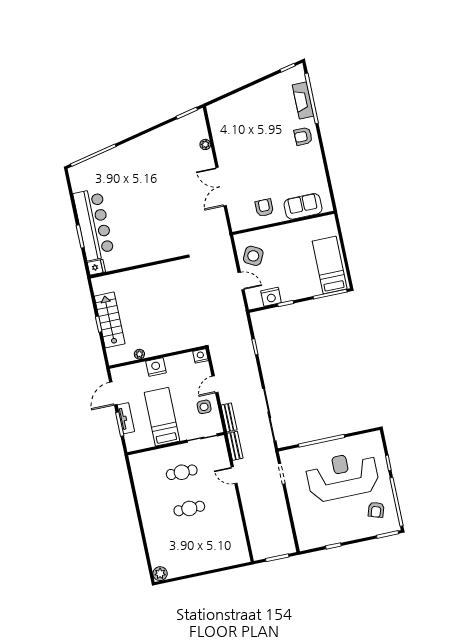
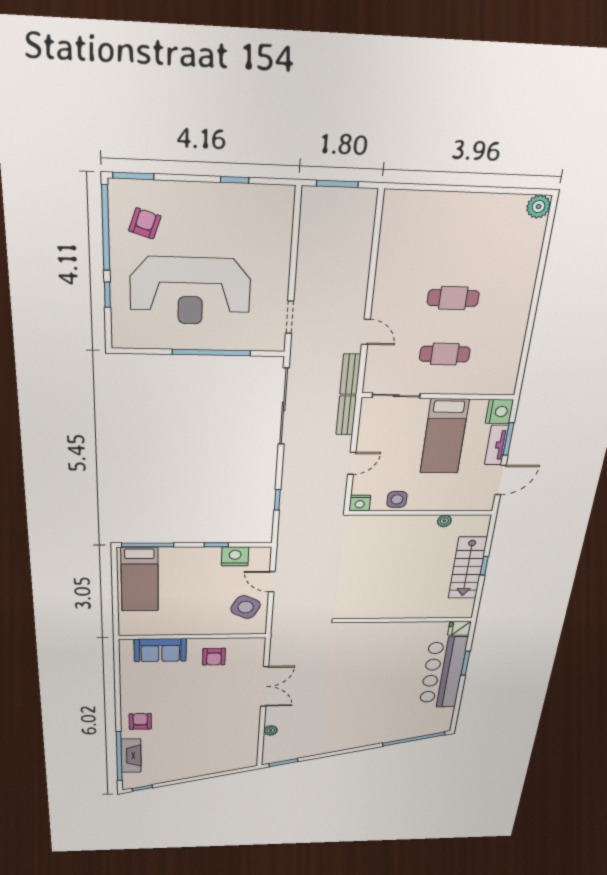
armchair: (303, 136) -> (140, 721), turned -90
nightstand: (156, 367) -> (499, 412), moved, turned -90
side table: (204, 407) -> (397, 499), moved

